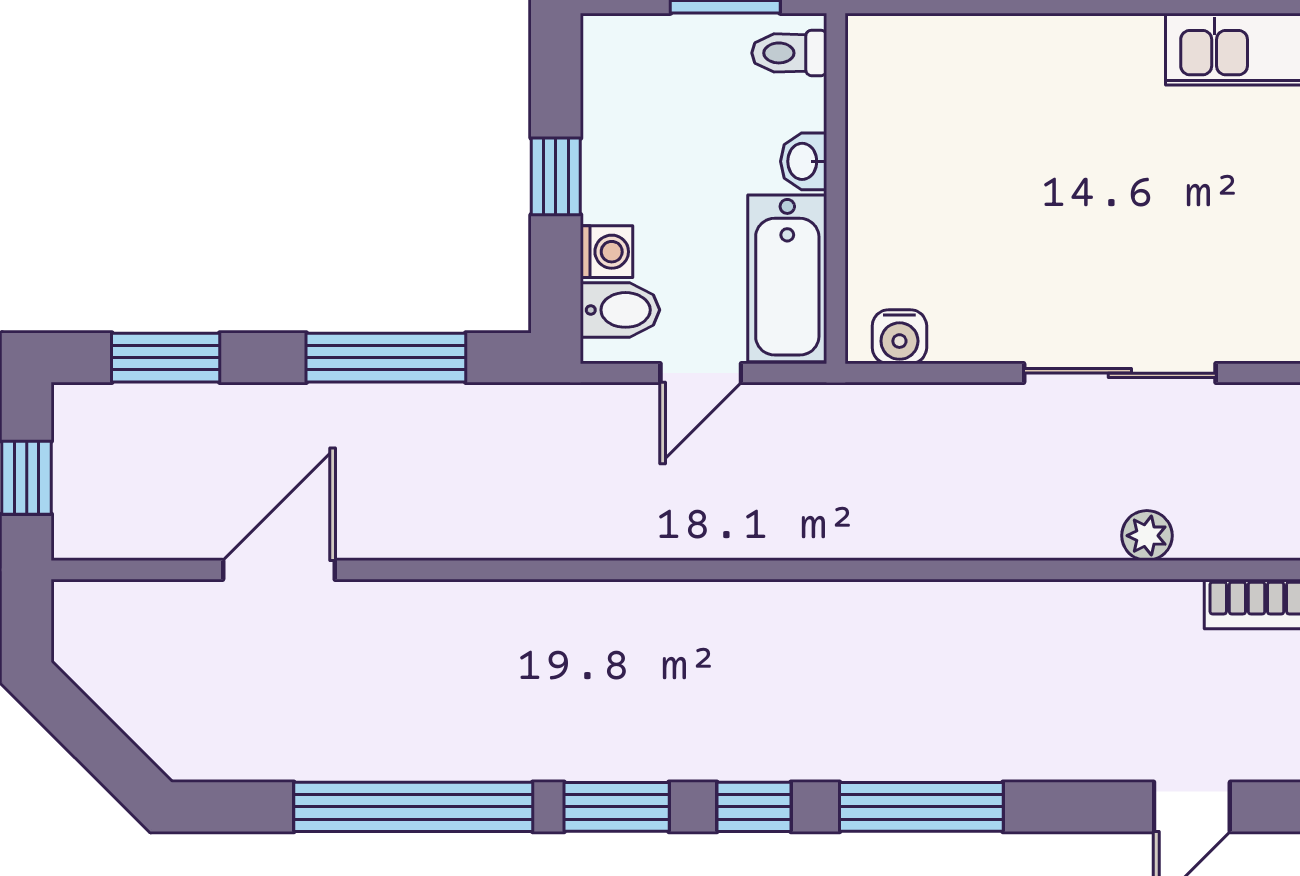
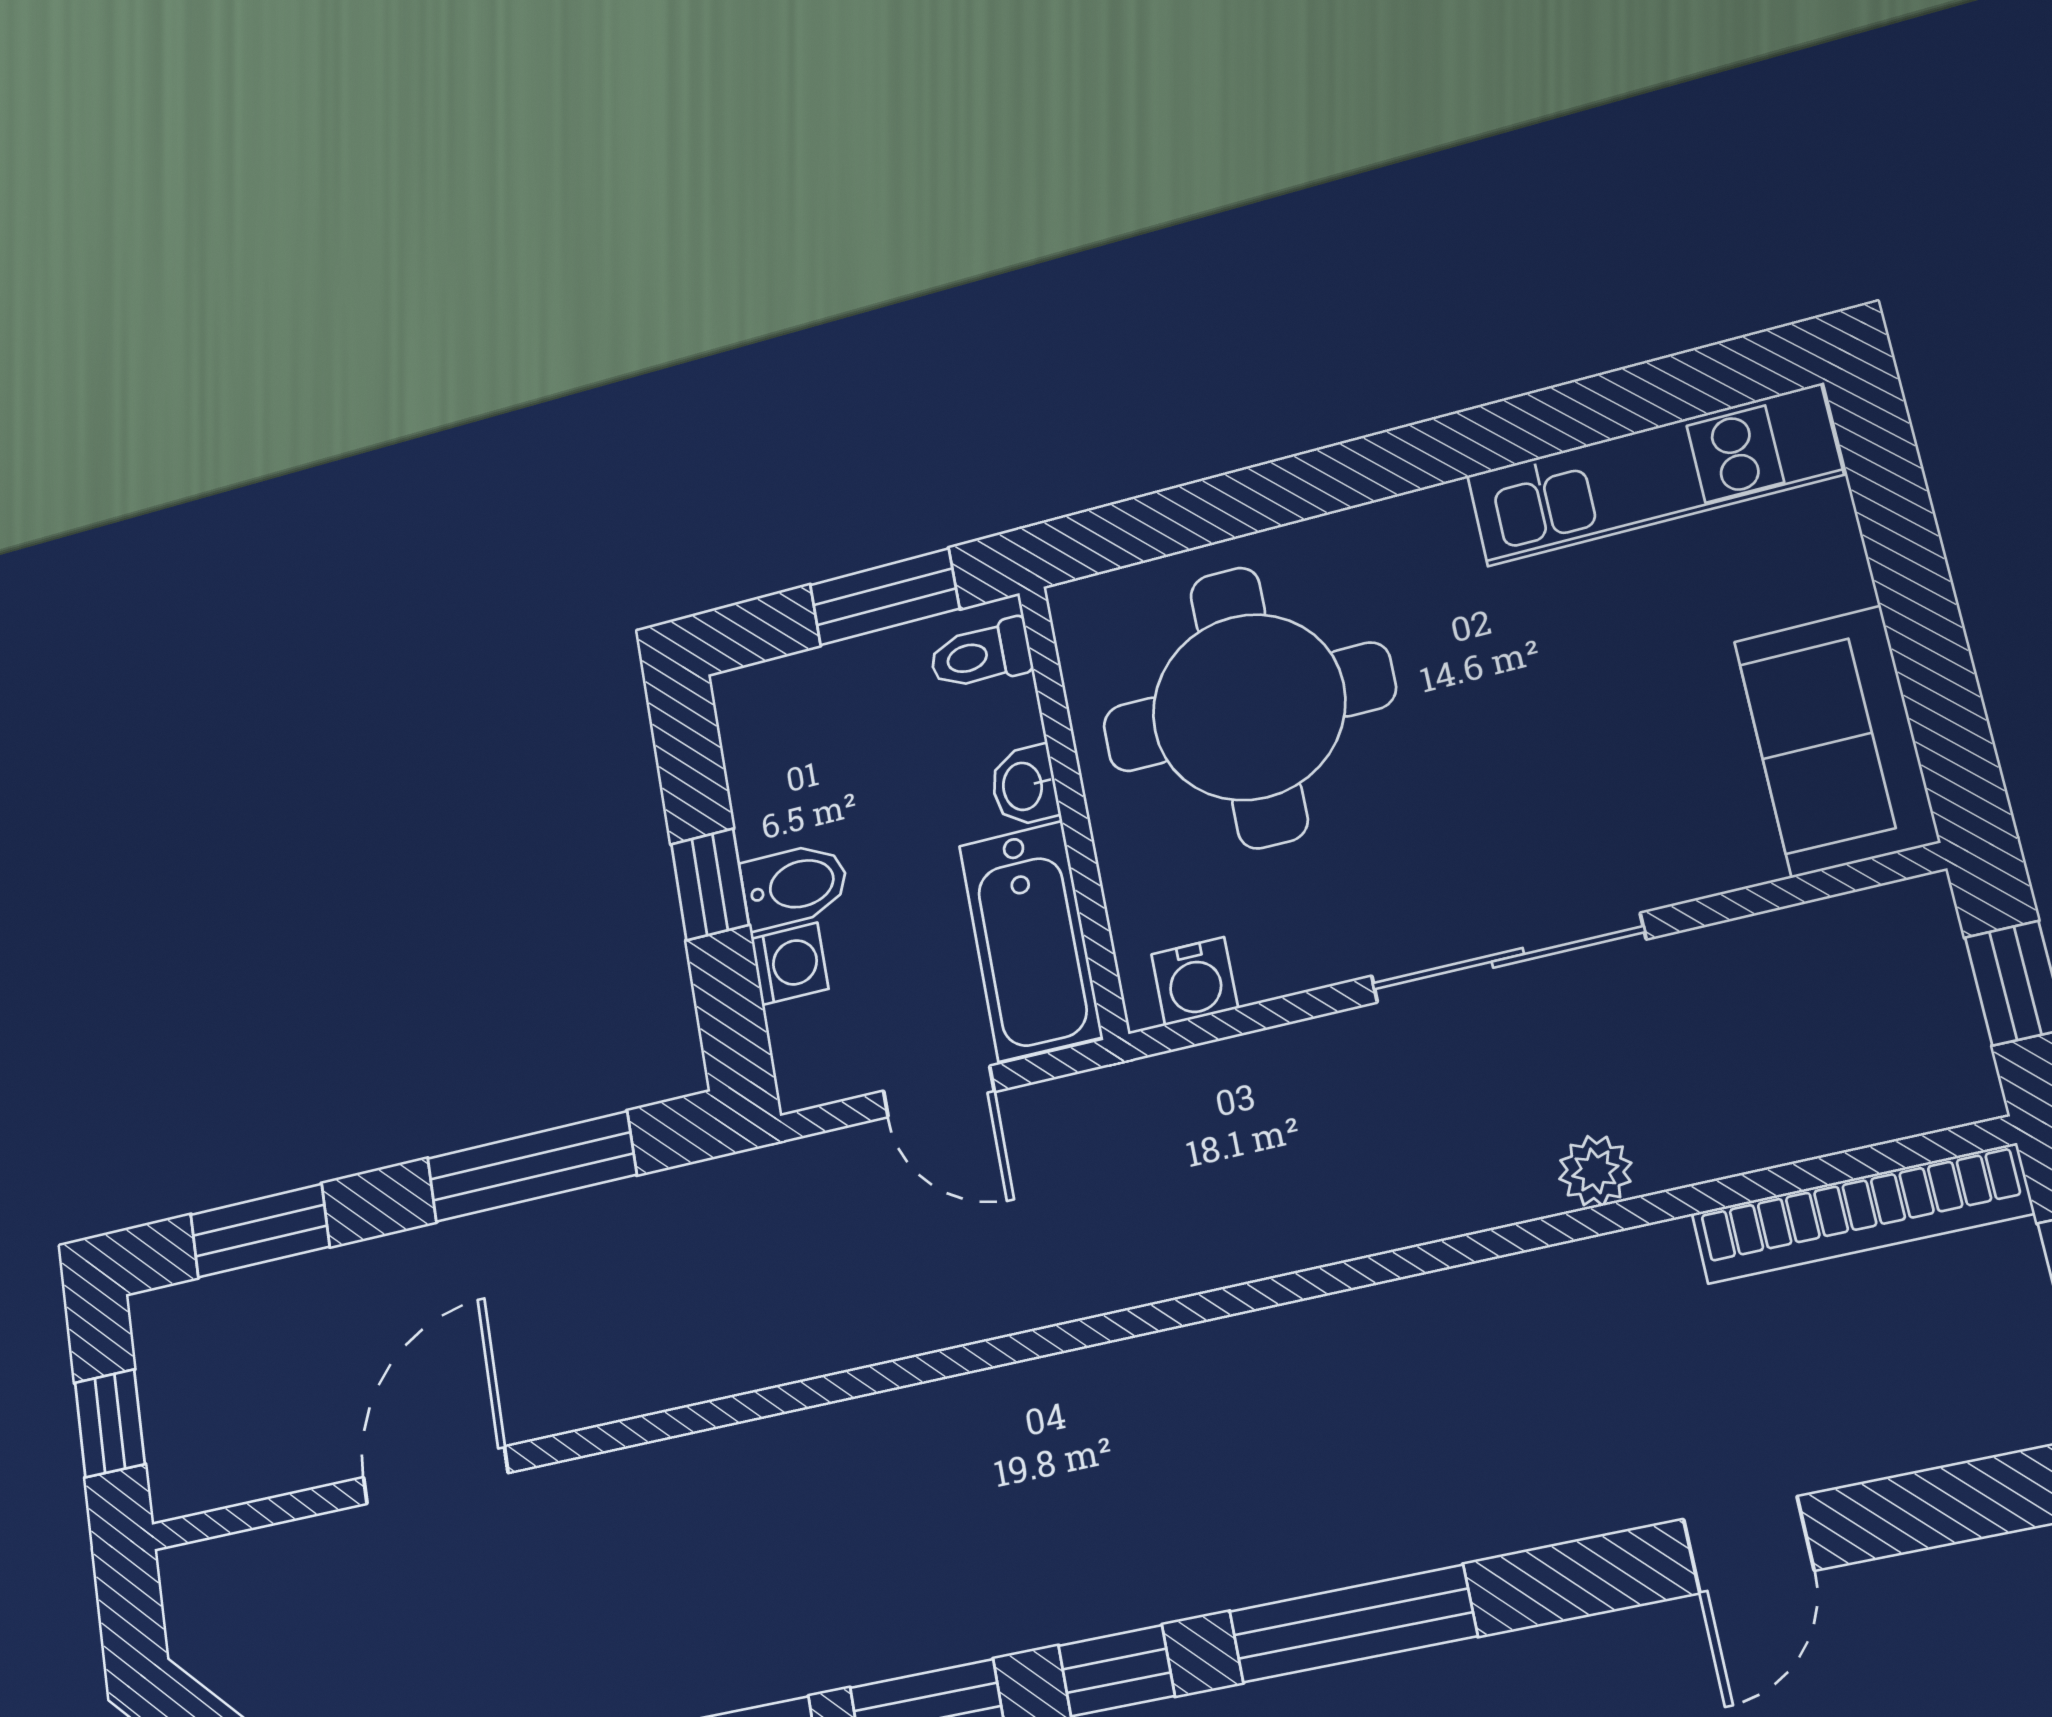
round table: (977, 145) -> (1249, 707), added
bidet: (620, 310) -> (795, 886), moved
door: (701, 373) -> (939, 1091), hinge flipped

